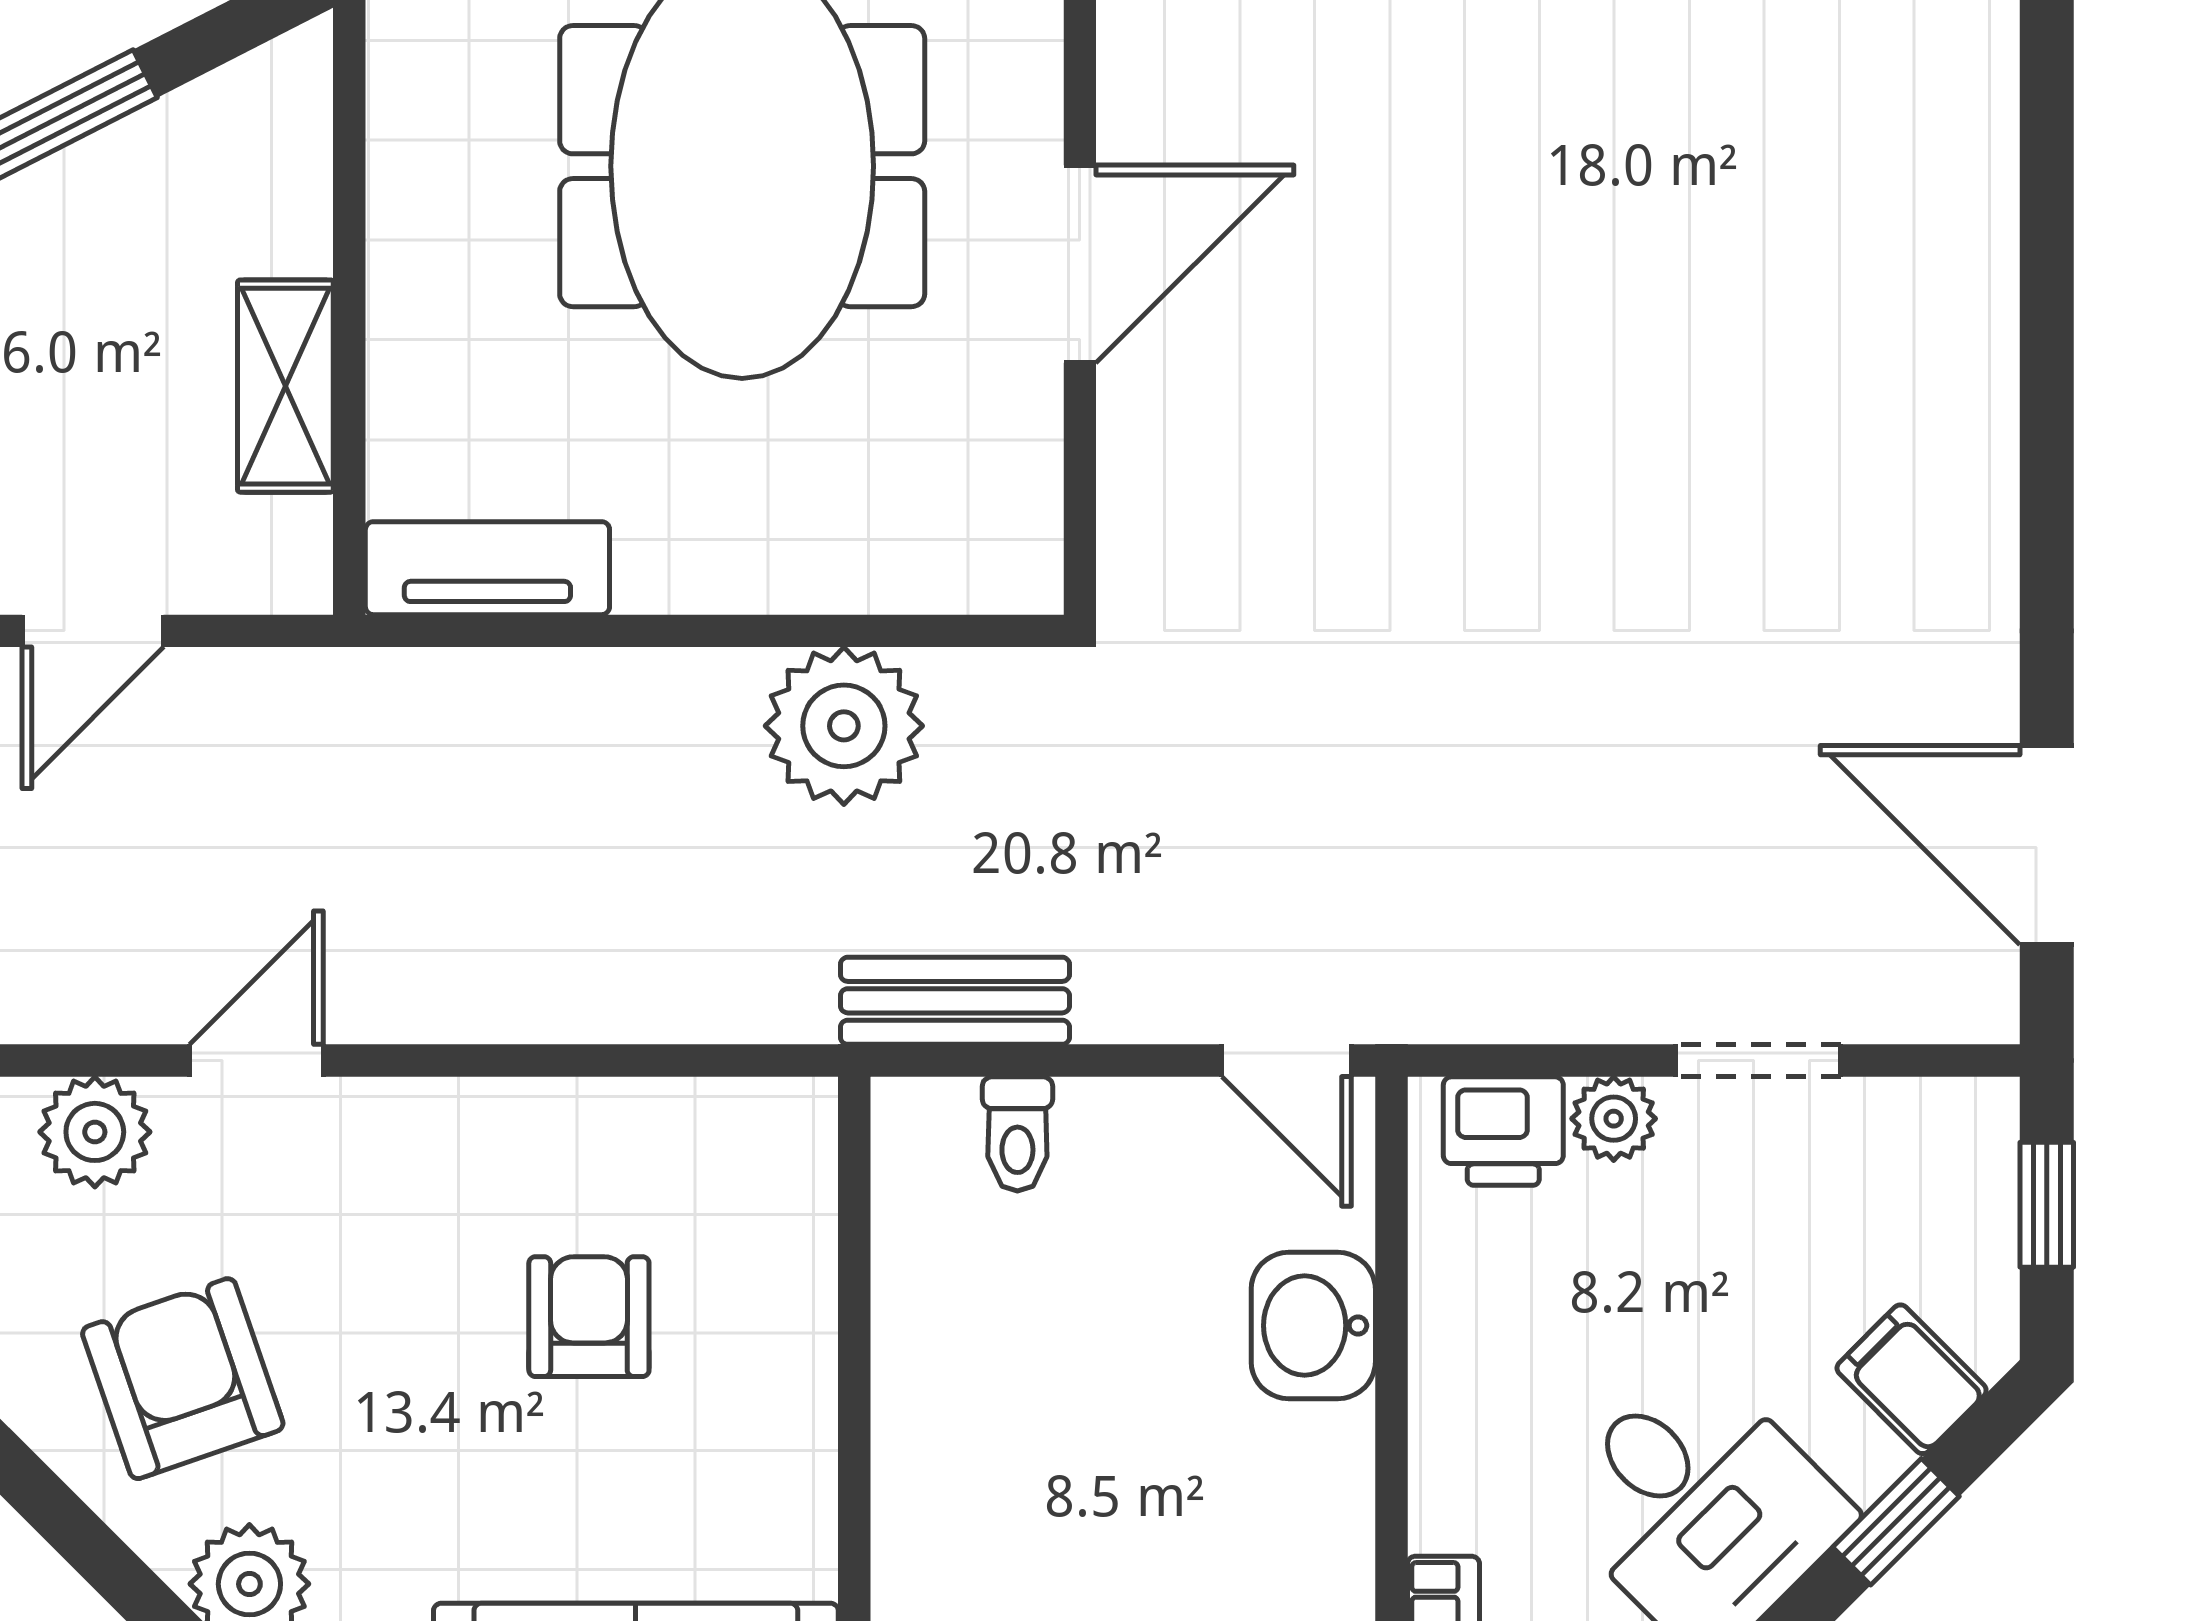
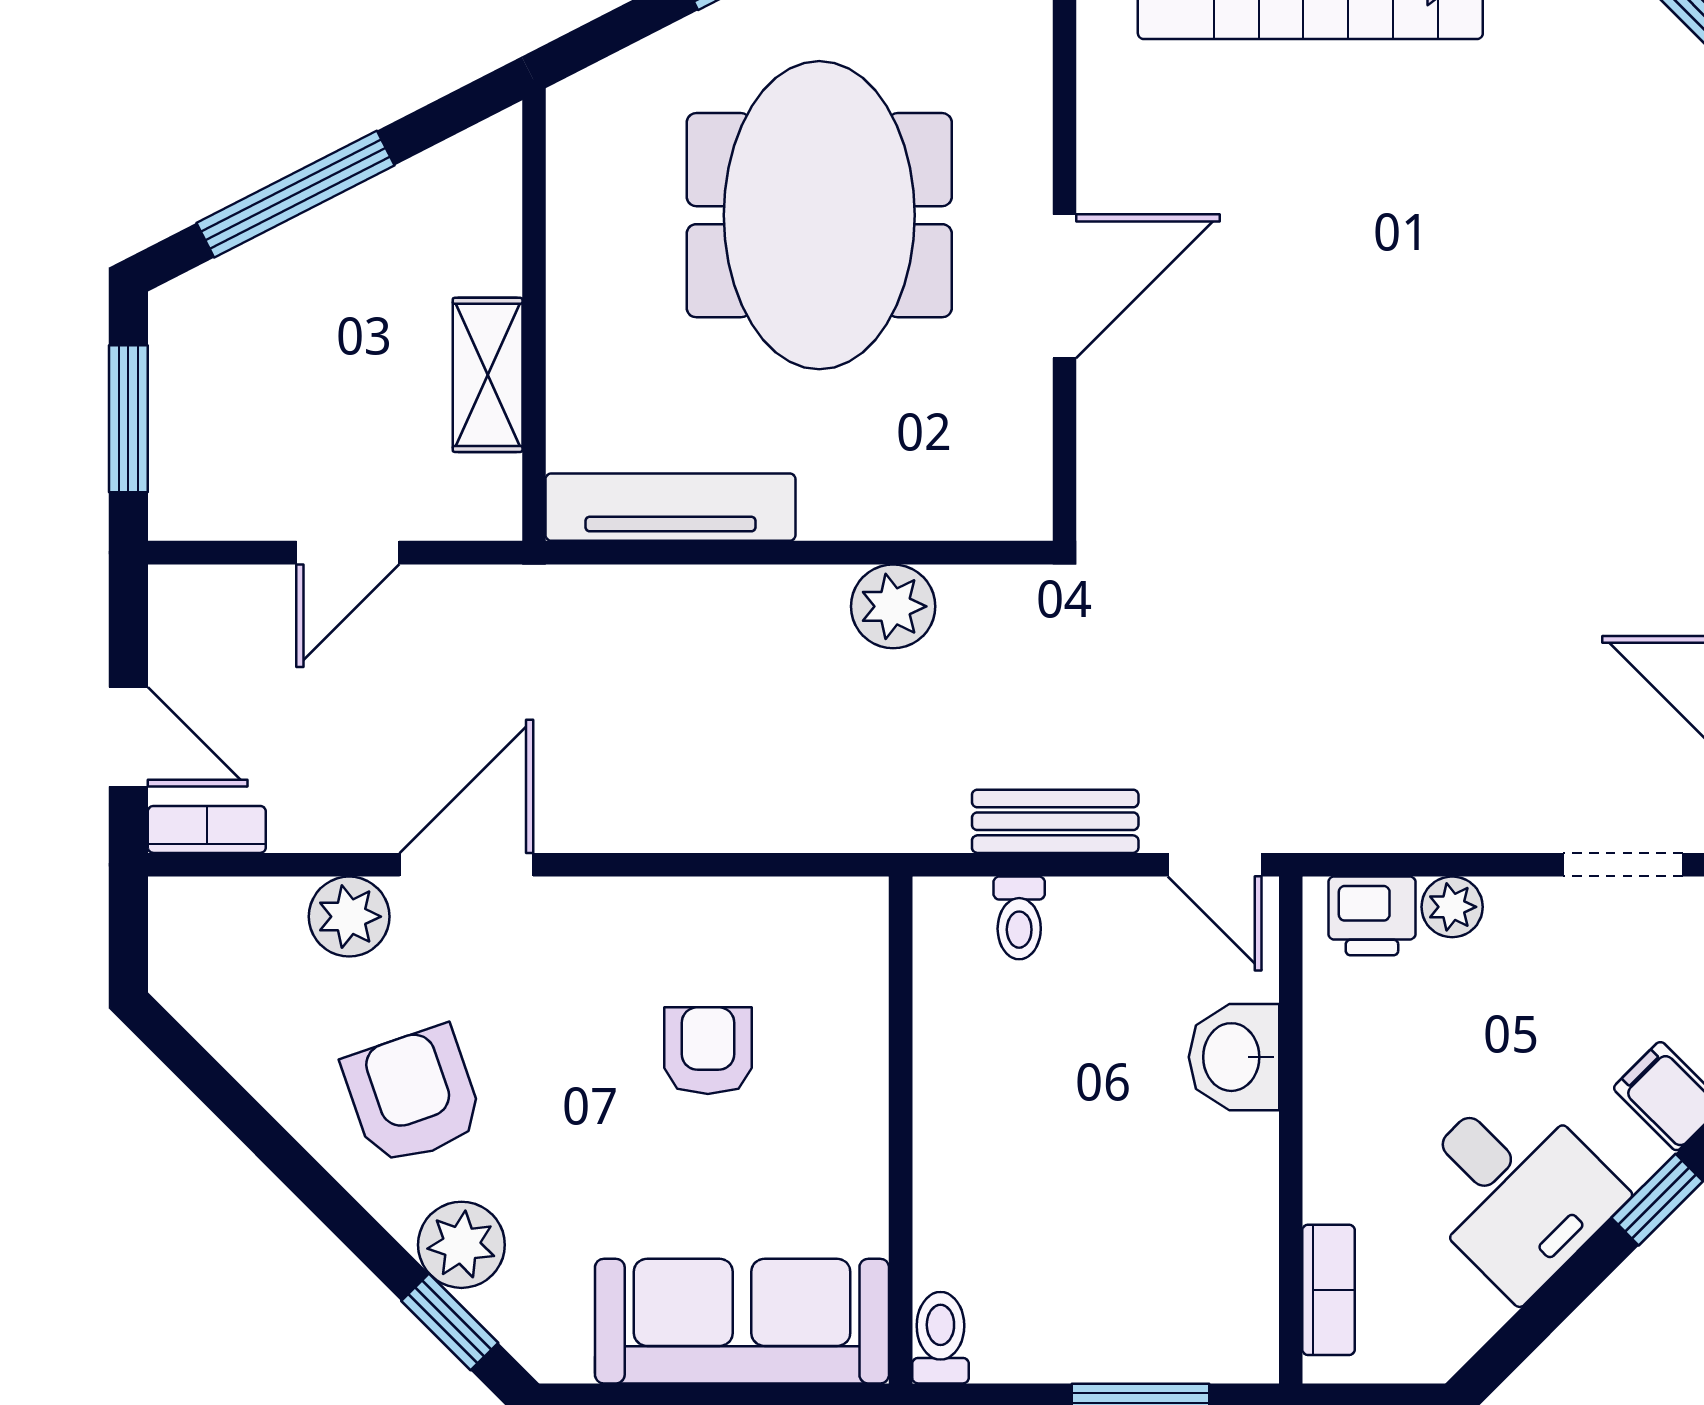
tv unit: (487, 568) -> (670, 507), width x1.41
plant: (844, 726) -> (893, 606), width x0.73, depth x0.73
bench: (955, 1001) -> (1055, 821), moved
door: (256, 1061) -> (466, 865), width x1.38
doorway: (1758, 1061) -> (1623, 865), moved

